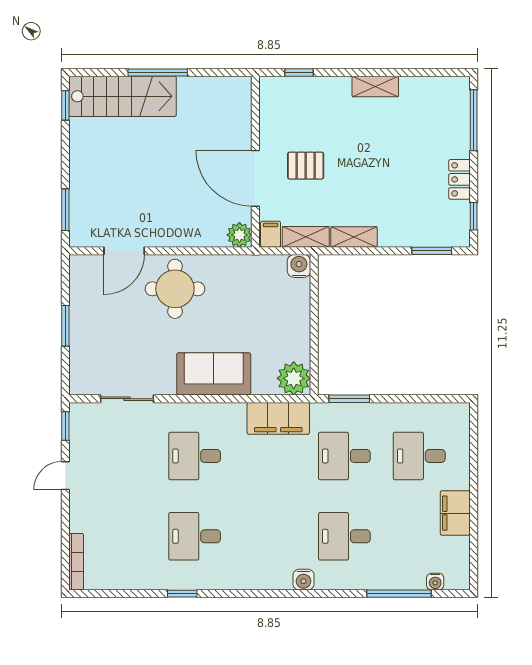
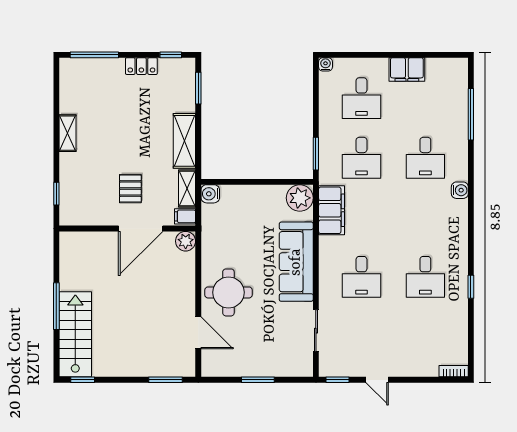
shelving: (354, 237) -> (184, 141), width x1.50, depth x1.33
sofa: (214, 374) -> (296, 262), width x1.36
bookcase: (76, 562) -> (454, 371), width x0.64
water cooler: (435, 582) -> (325, 64), moved, turned -90

